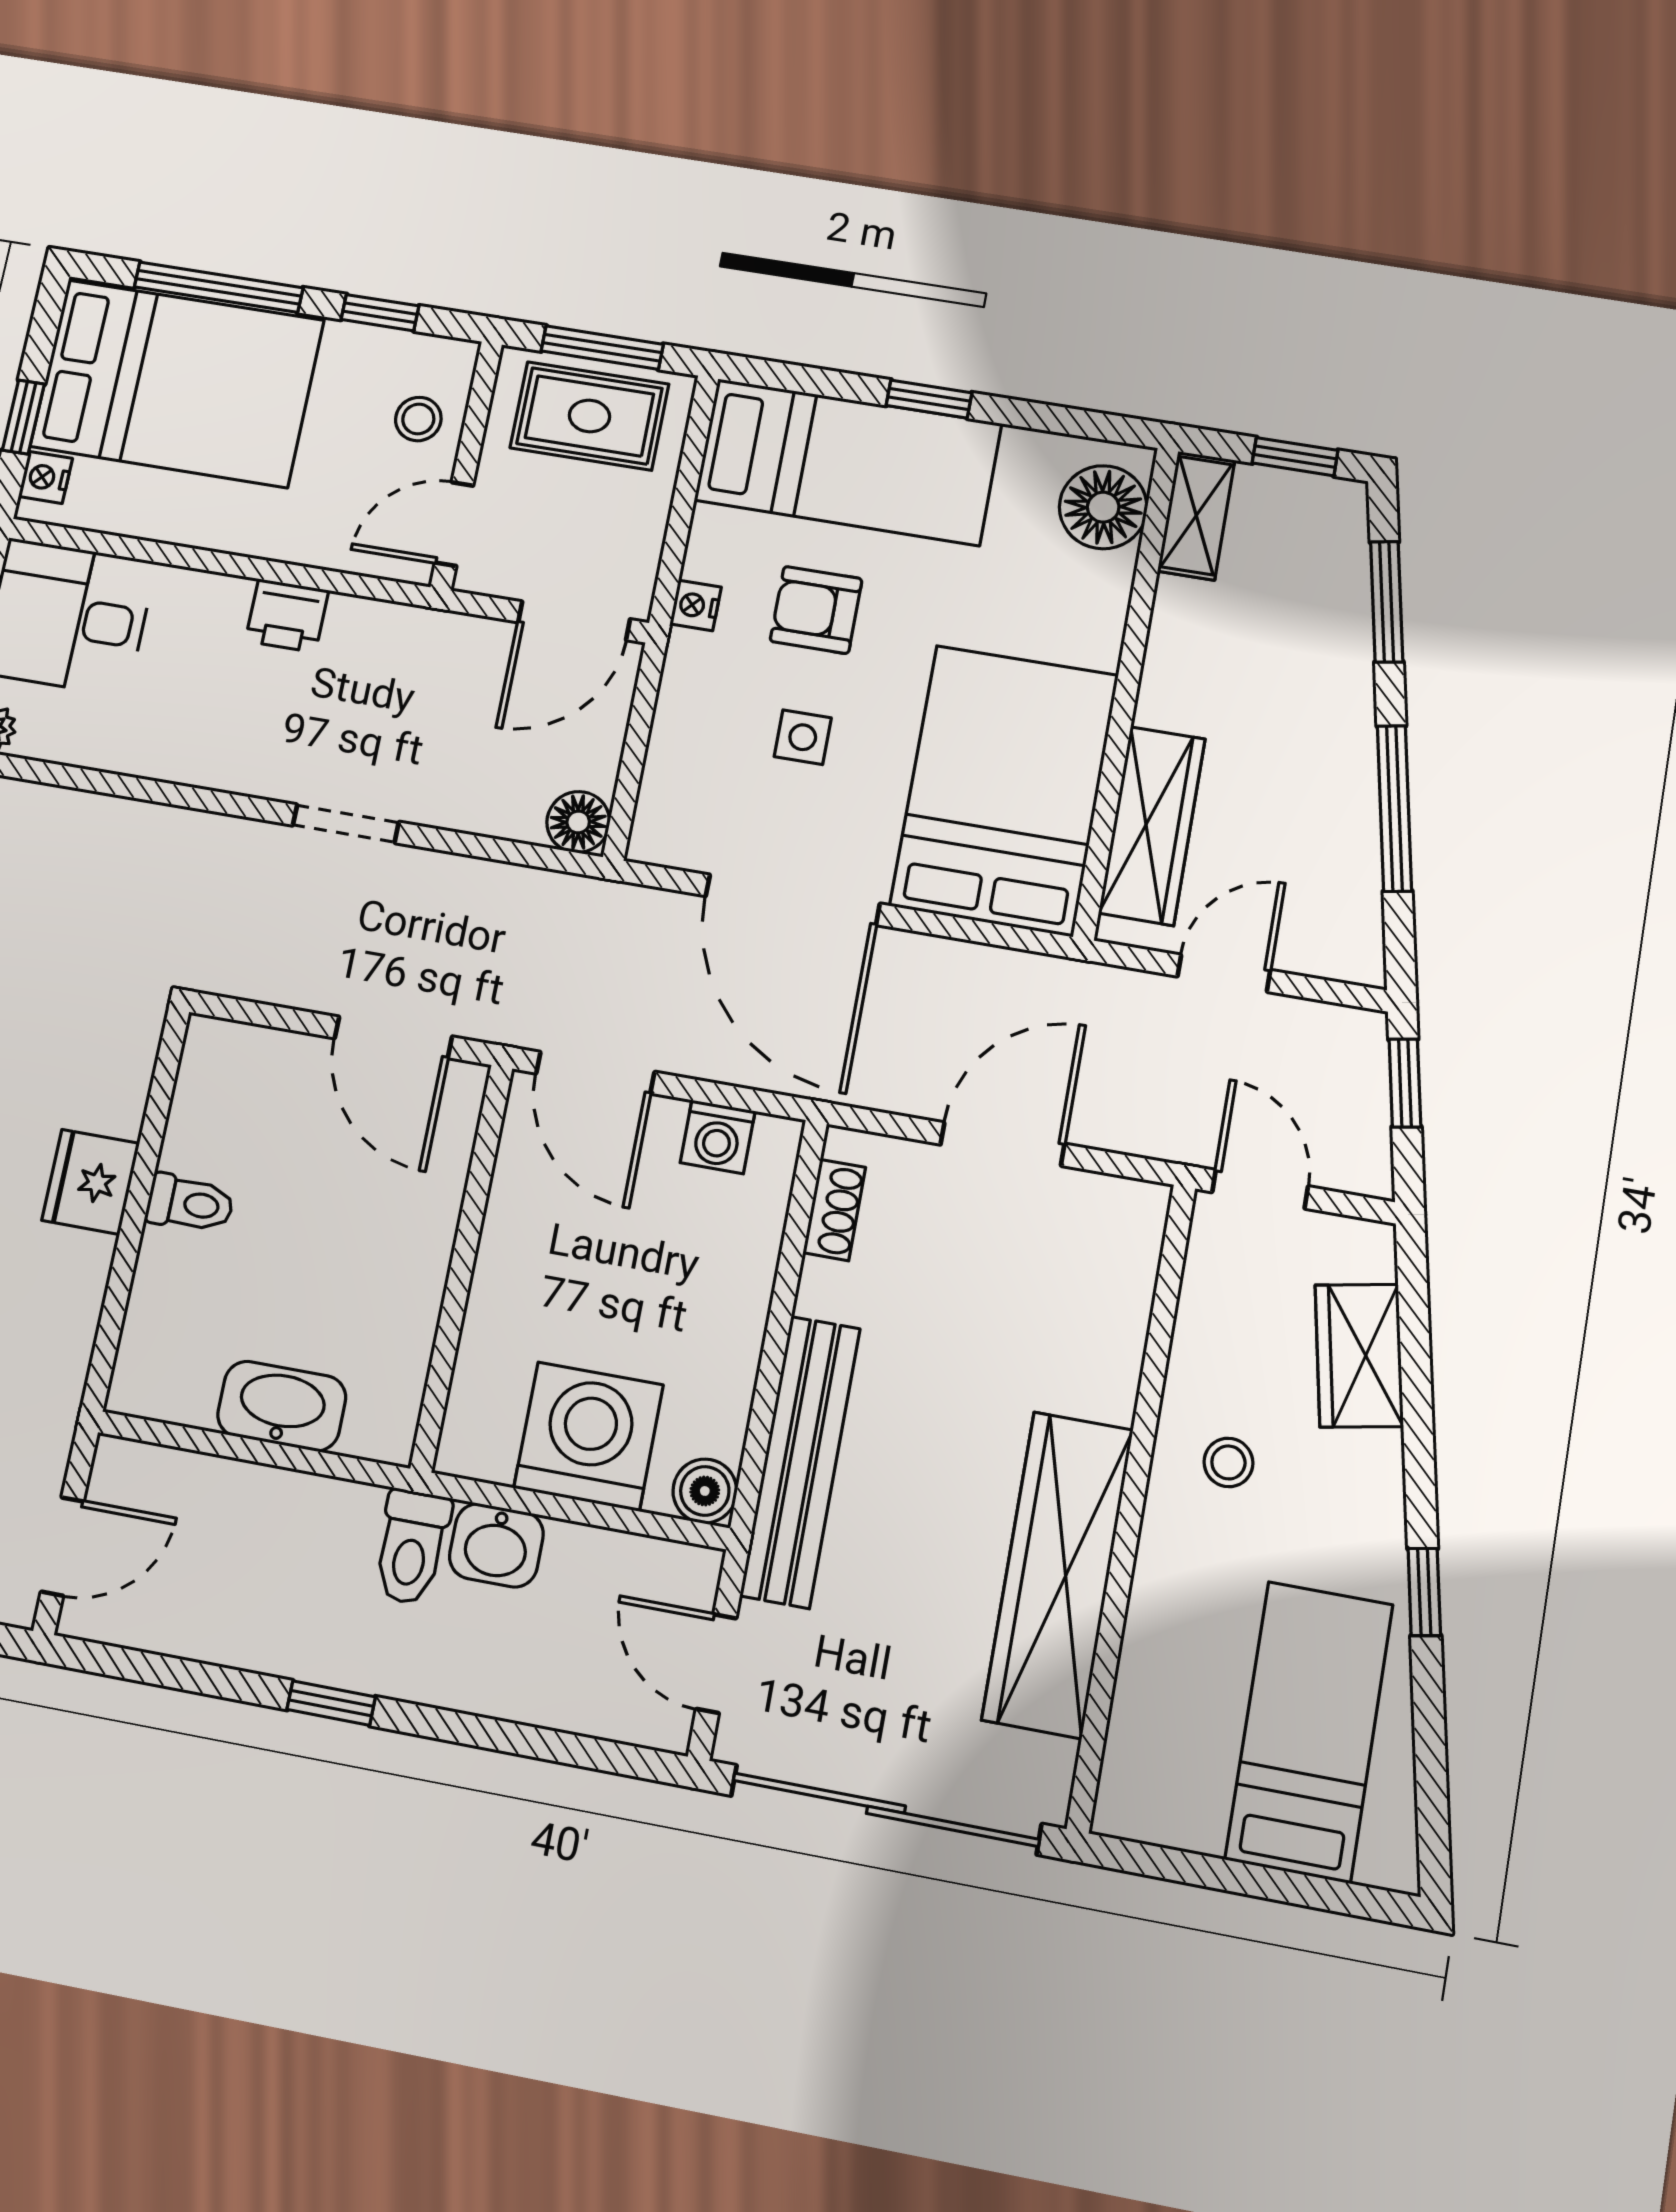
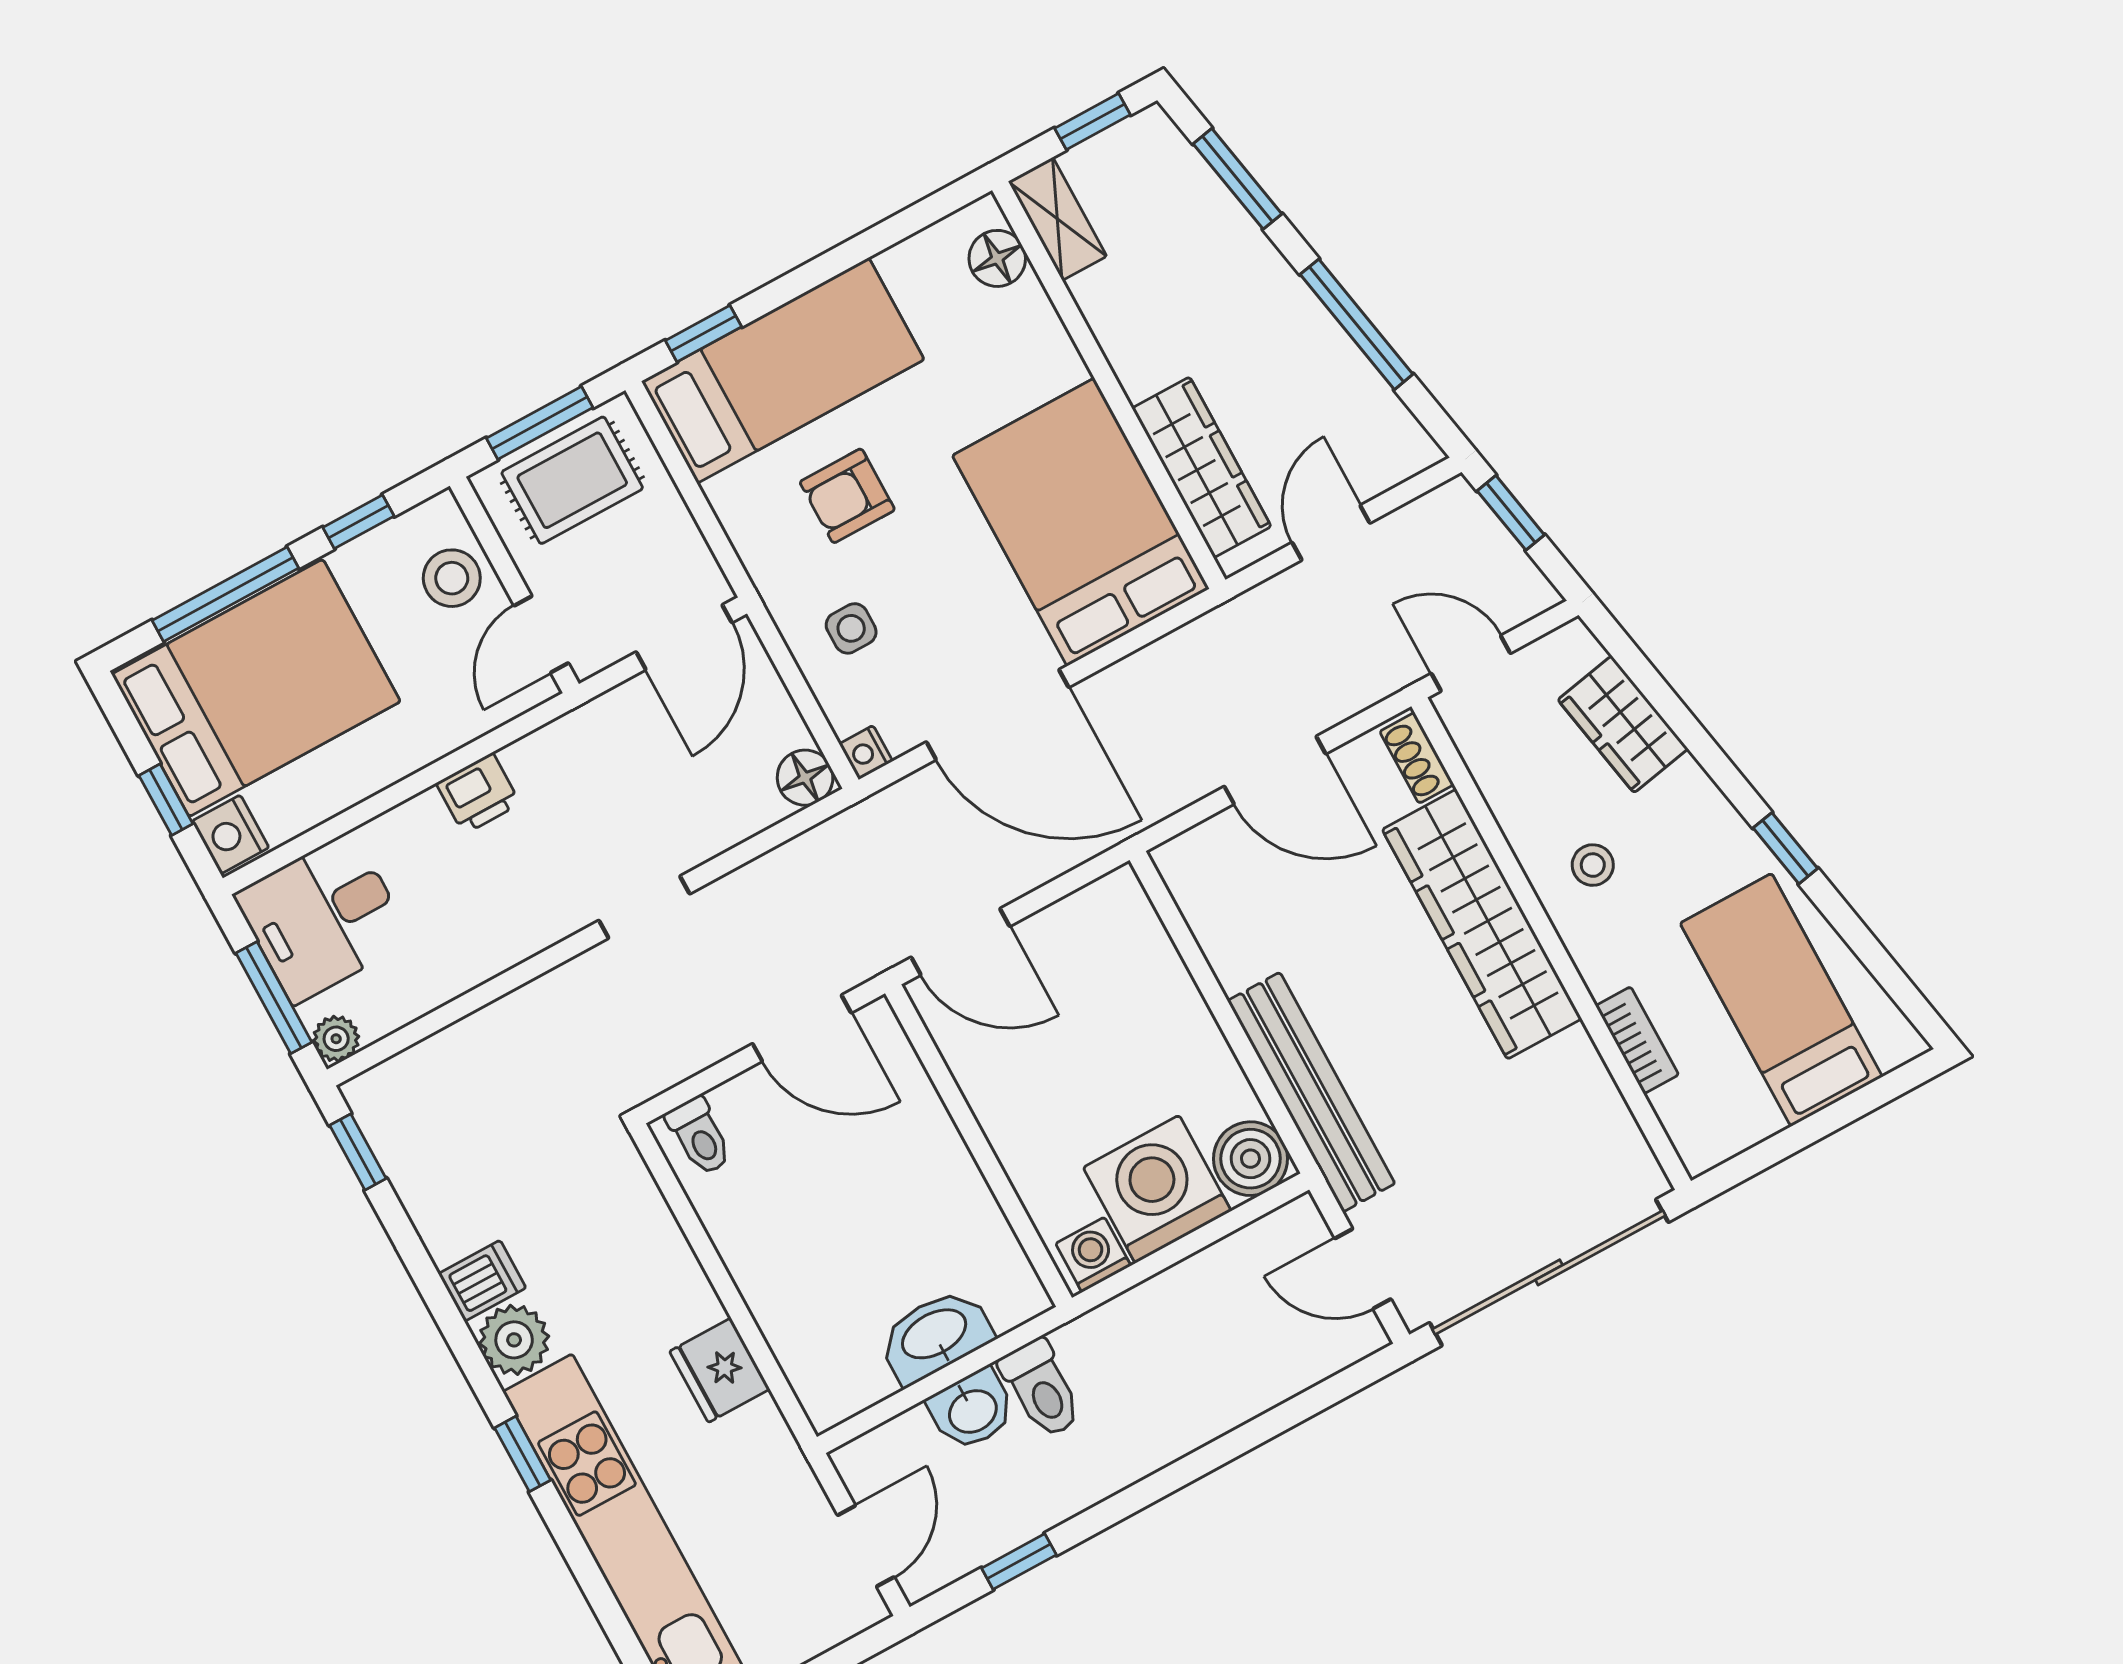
window: (929, 399) -> (703, 334), moved
stool: (418, 419) -> (452, 578), width x1.37, depth x1.37
nightstand: (46, 477) -> (230, 834), width x1.39, depth x1.35
floor lamp: (1103, 507) -> (997, 258), width x0.73, depth x0.73
nightstand: (696, 605) -> (866, 753), moved
side table: (803, 737) -> (851, 628), moved
washing machine: (718, 1137) -> (1093, 1255), moved, turned 180
door: (1003, 1144) -> (1275, 770), swing flipped
fridge: (91, 1182) -> (720, 1370), moved
toilet: (190, 1203) -> (699, 1136), moved, turned 90
shoe rack: (834, 1210) -> (1417, 758), moved, turned 180
boiler: (705, 1491) -> (1250, 1159), width x1.36, depth x1.36
washbasin: (496, 1545) -> (972, 1410), moved
toilet: (412, 1547) -> (1041, 1389), moved
wardrobe: (1058, 1574) -> (1482, 924), moved
bookcase: (1142, 1659) -> (1637, 1040), added
window: (331, 1703) -> (1019, 1561), moved

